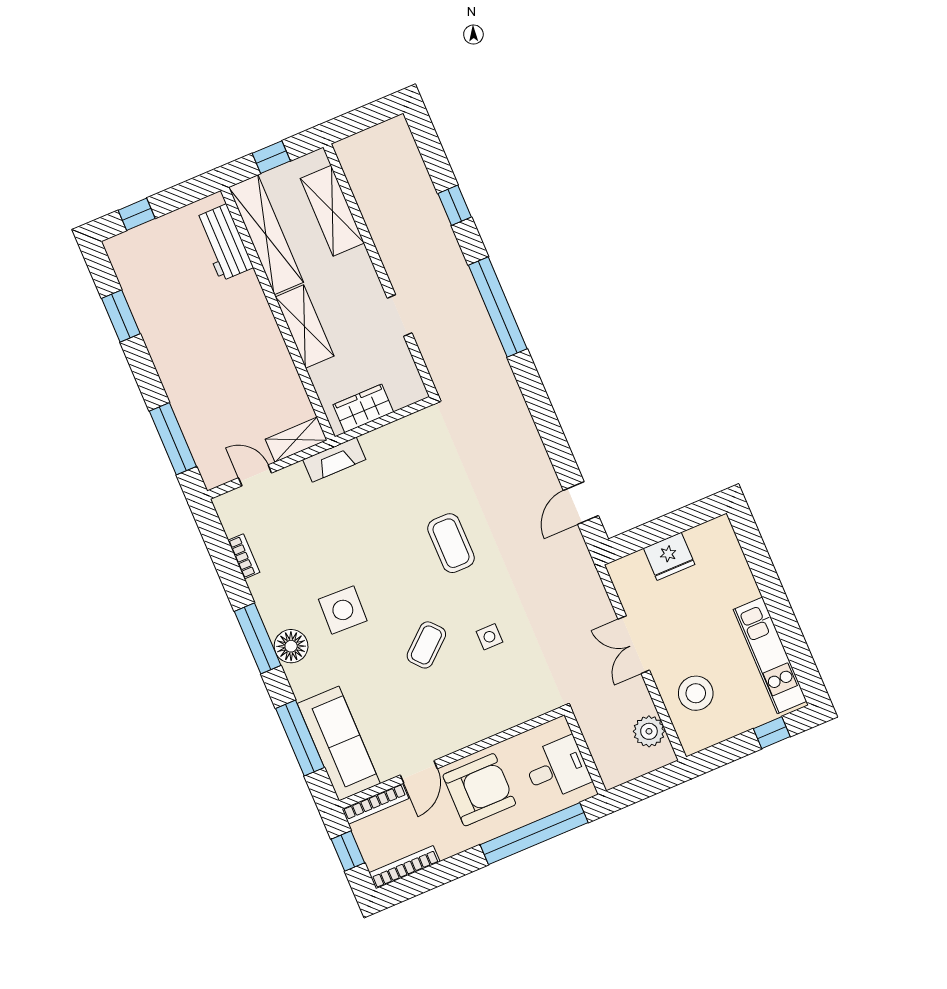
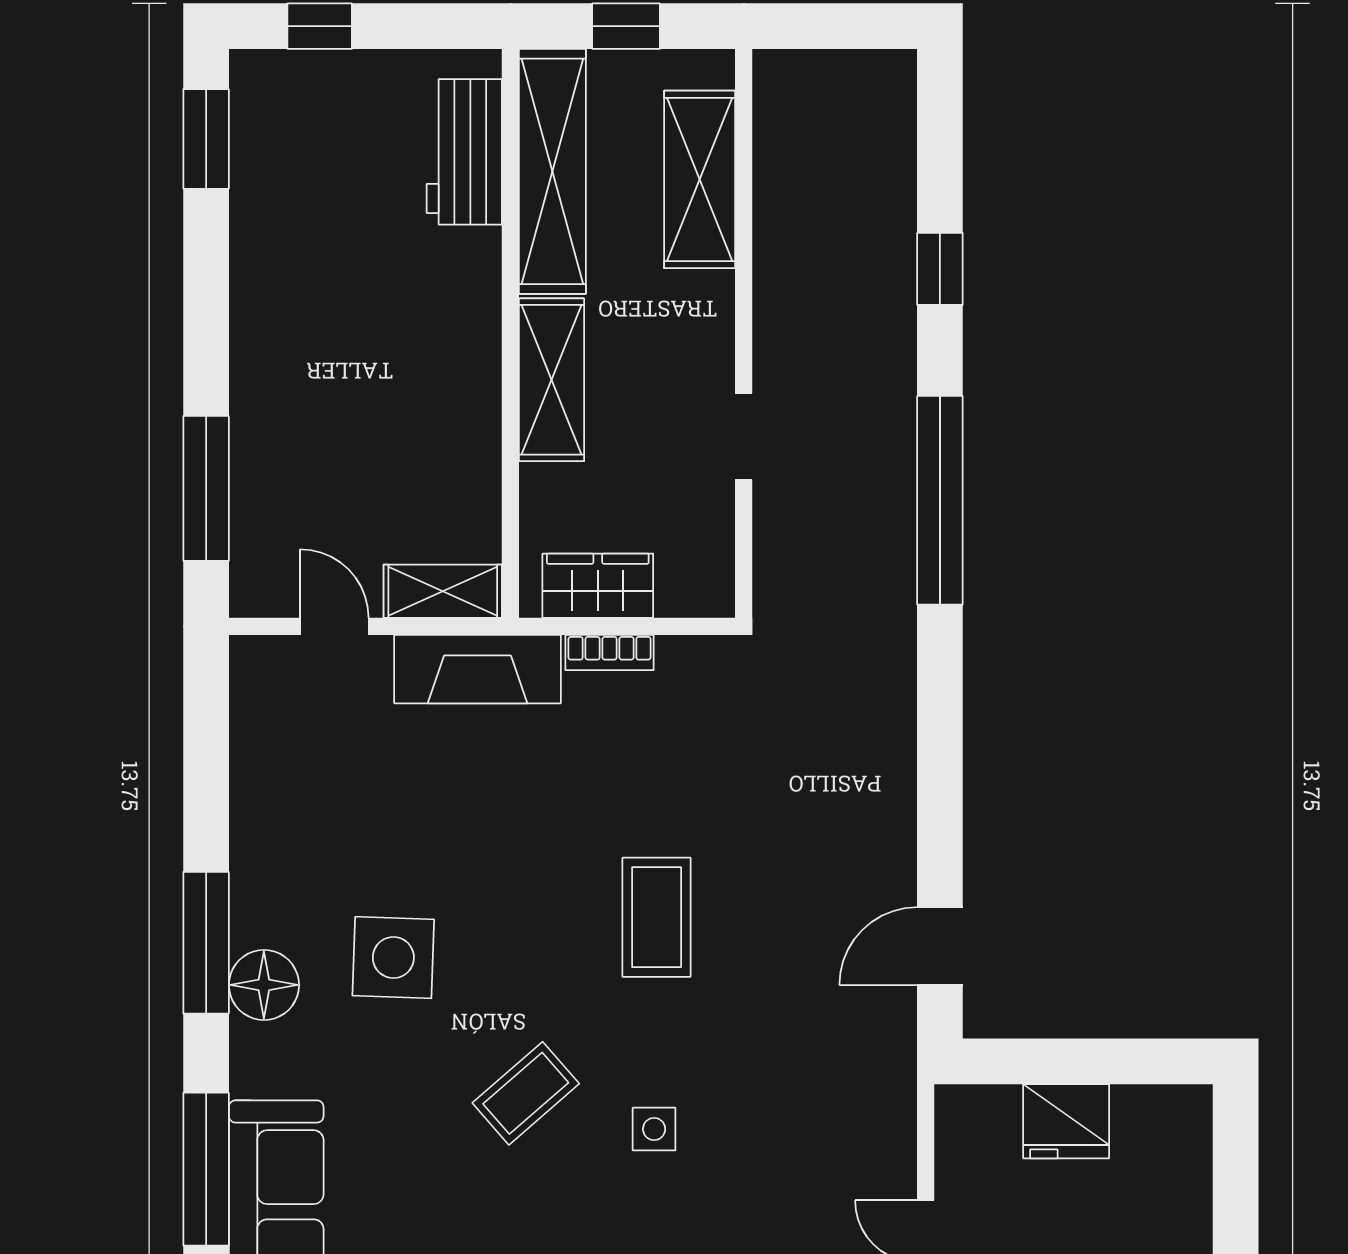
window: (121, 316) -> (206, 139), moved
fireplace: (334, 460) -> (477, 669), width x1.37, depth x1.32
bookcase: (244, 556) -> (610, 652), moved, turned 90

